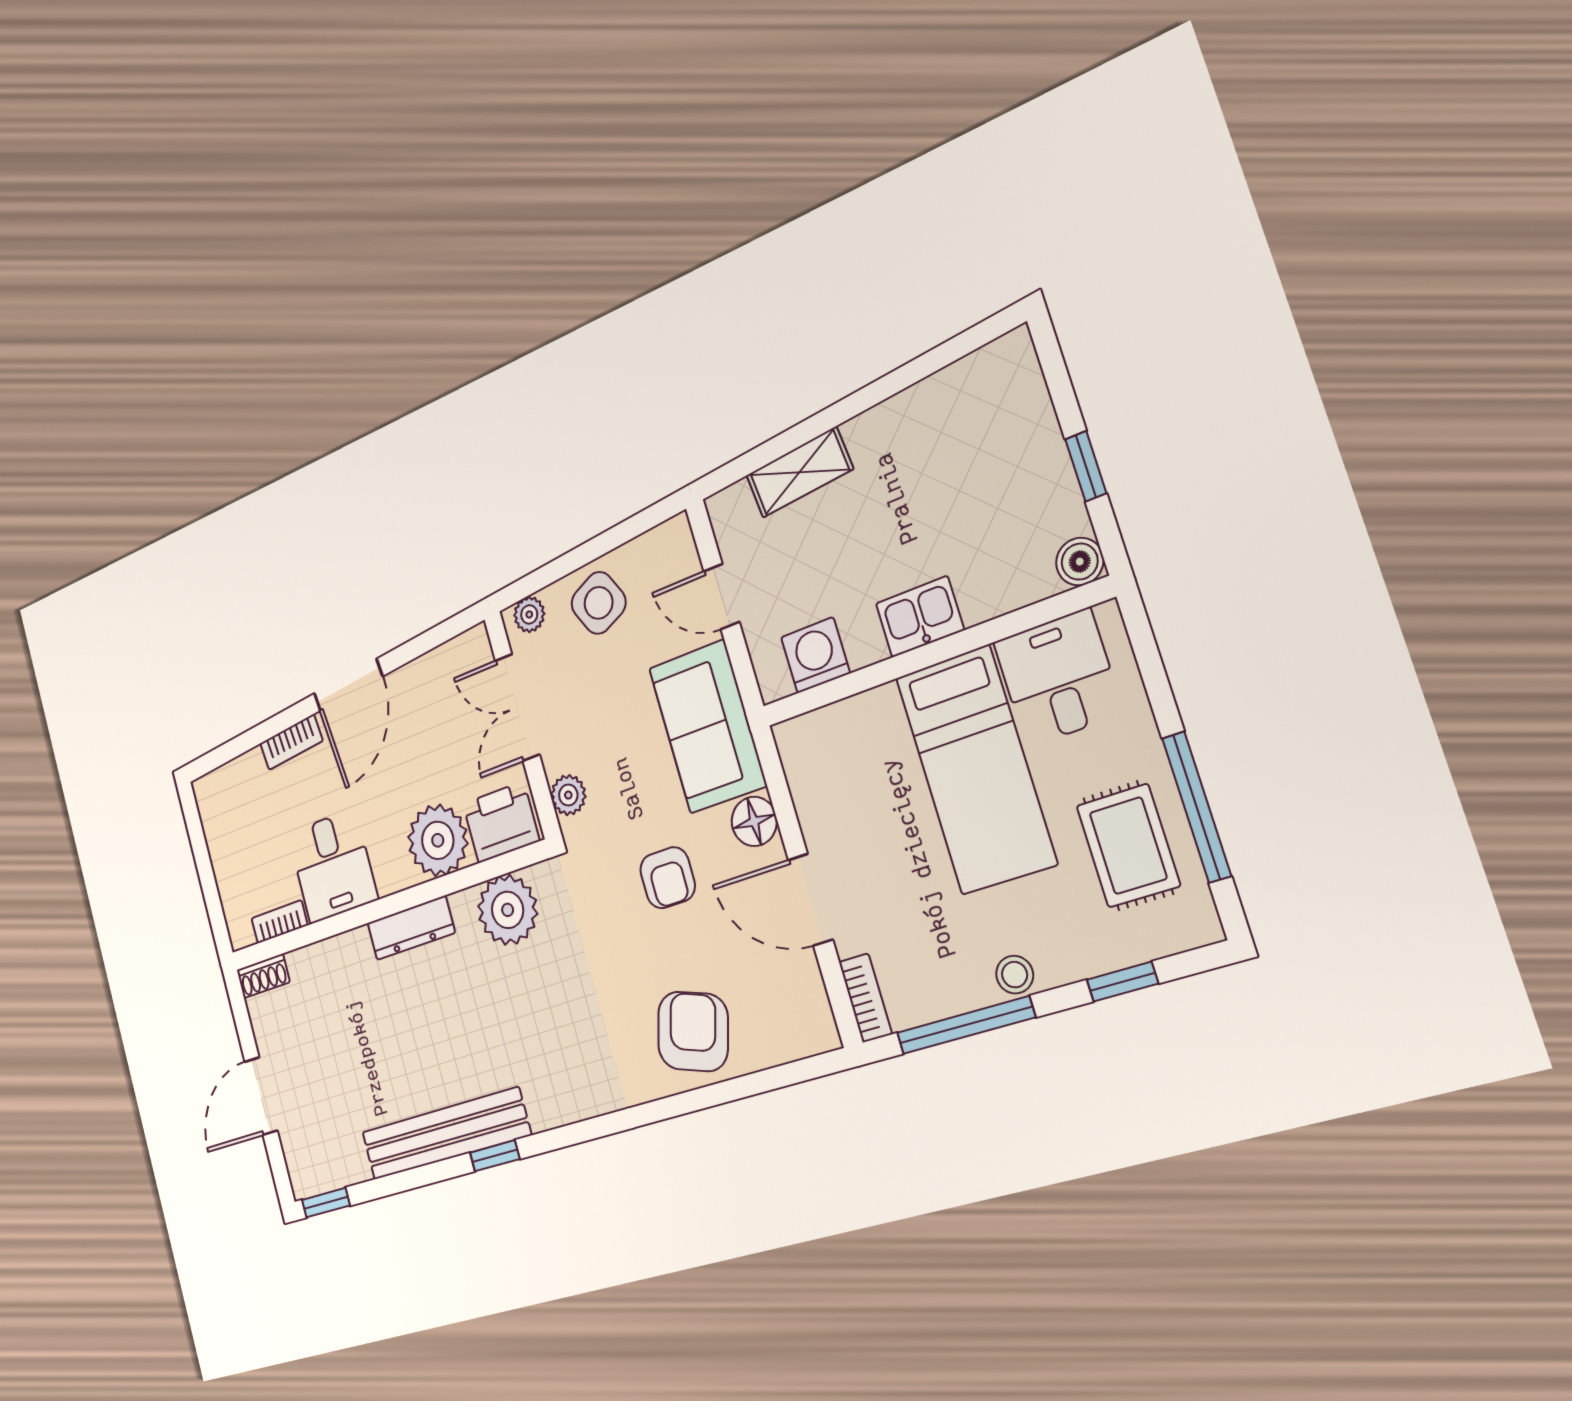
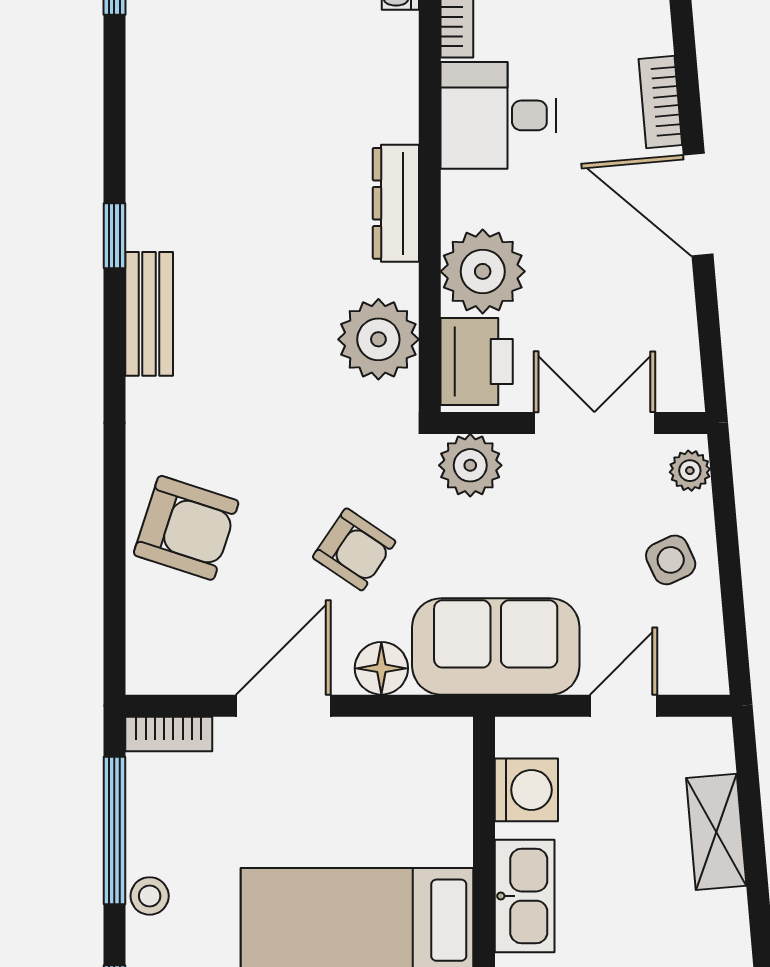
side table: (599, 603) -> (671, 560), width x0.73, depth x0.73
kitchen sink: (920, 617) -> (525, 896), width x1.38
plant: (568, 795) -> (470, 465), width x1.38, depth x1.38
armchair: (668, 878) -> (354, 549), turned -146
bench: (445, 1134) -> (149, 314), moved, width x0.54, depth x0.82

